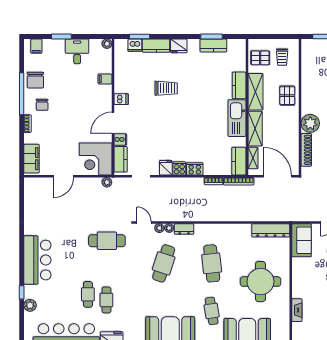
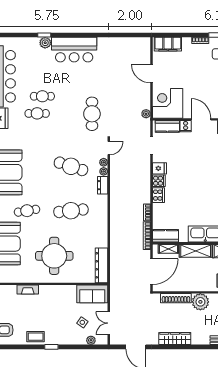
plant: (30, 305) -> (45, 43), moved

